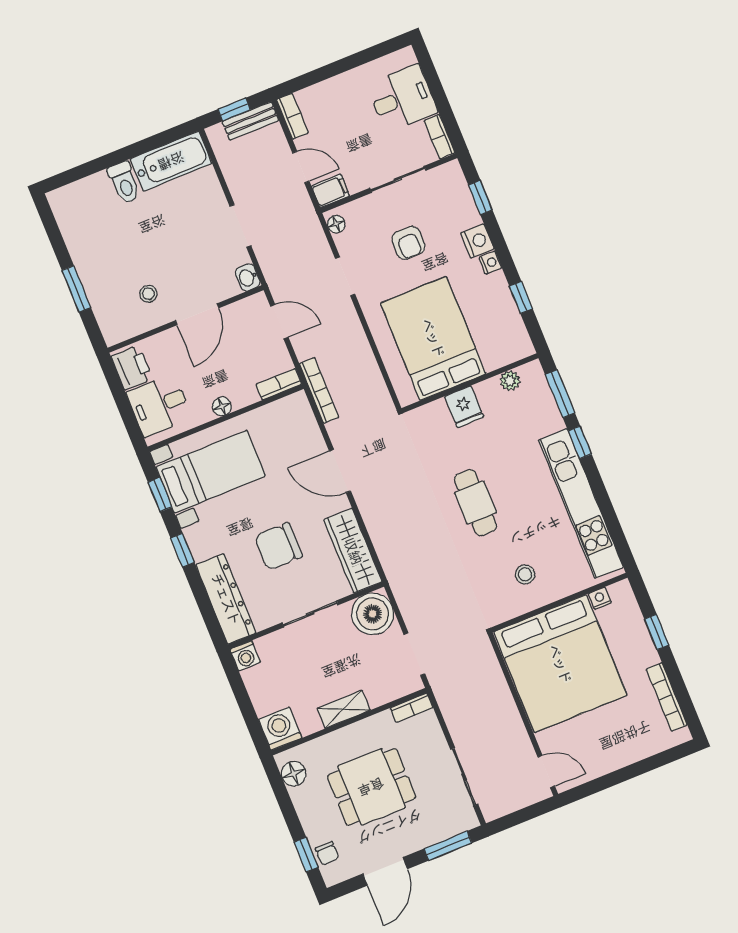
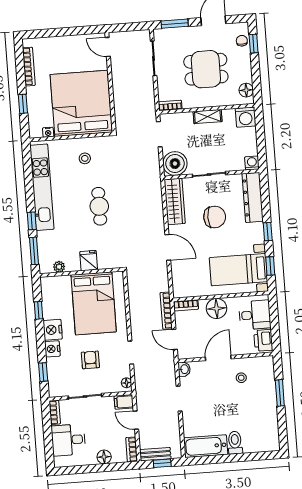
floor lamp: (334, 89) -> (104, 457), added
nightstand: (490, 263) -> (53, 330), width x1.89, depth x1.79
bookcase: (319, 390) -> (166, 311), moved
floor lamp: (222, 406) -> (217, 308), width x1.89, depth x1.89

